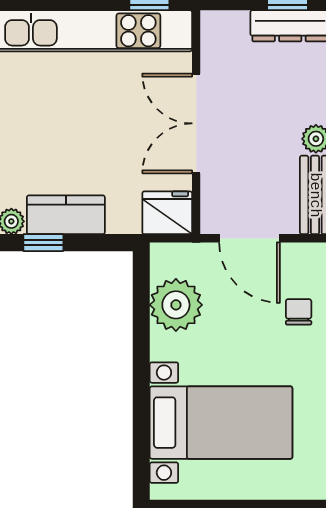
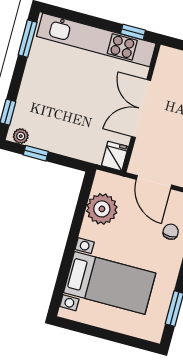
fridge: (167, 213) -> (115, 156), width x0.72
kitchen counter: (66, 215) -> (53, 141), removed

